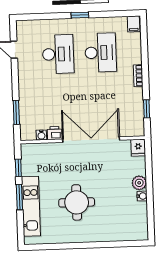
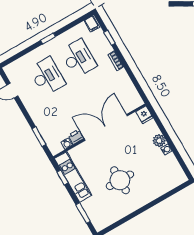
window: (147, 109) -> (110, 38), moved
window: (19, 197) -> (83, 213), moved
kitchen unit: (31, 206) -> (73, 177), moved

